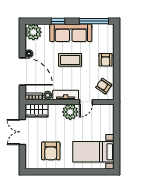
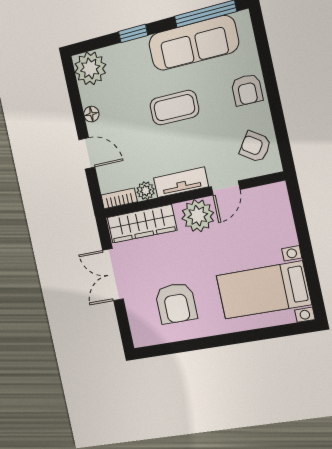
sofa: (71, 33) -> (193, 43), moved
door: (22, 72) -> (87, 153), width x0.53
wardrobe: (37, 110) -> (142, 224), width x1.50

